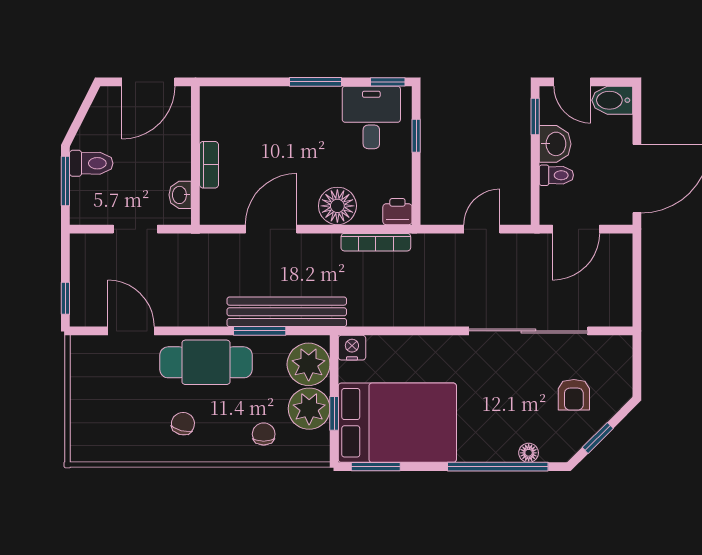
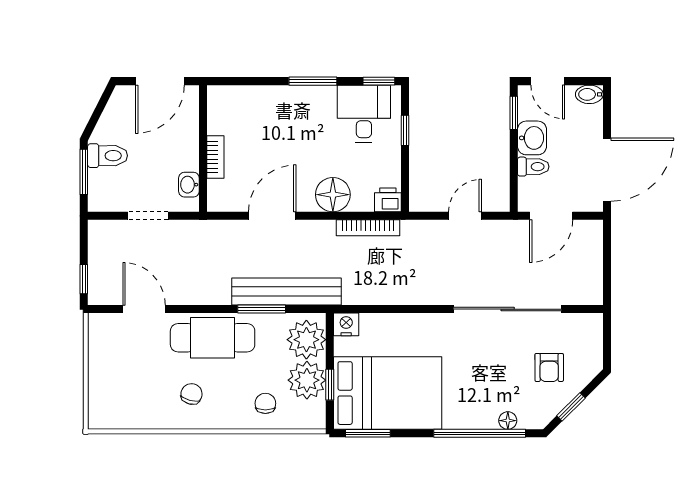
bidet: (612, 100) -> (589, 94), width x0.72, depth x0.74

